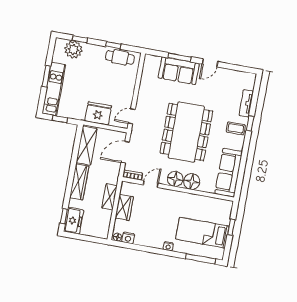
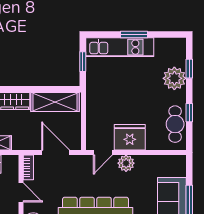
plant: (73, 49) -> (174, 78), moved
plant: (143, 100) -> (126, 163), added
fridge: (98, 113) -> (130, 137), moved, turned -90
door: (132, 116) -> (103, 153), swing flipped

